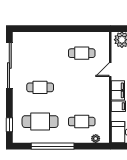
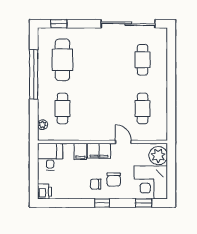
cafe table: (40, 87) -> (143, 60), moved

